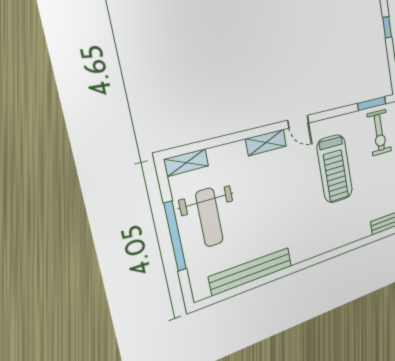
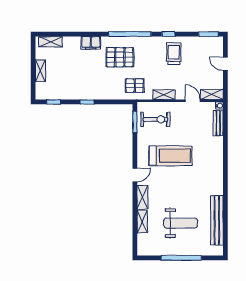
shelving: (186, 163) -> (142, 222), moved
weight bench: (209, 217) -> (181, 223), moved

